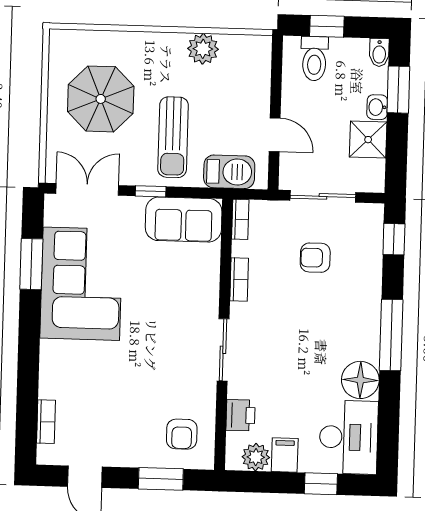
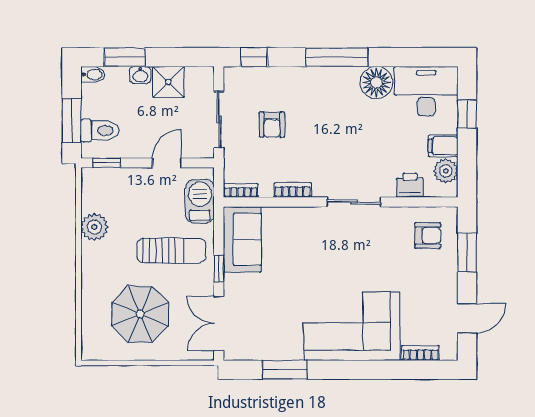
window: (327, 26) -> (72, 121), width x1.50
window: (277, 65) -> (107, 163), added
corner sofa: (81, 284) -> (352, 326), moved

